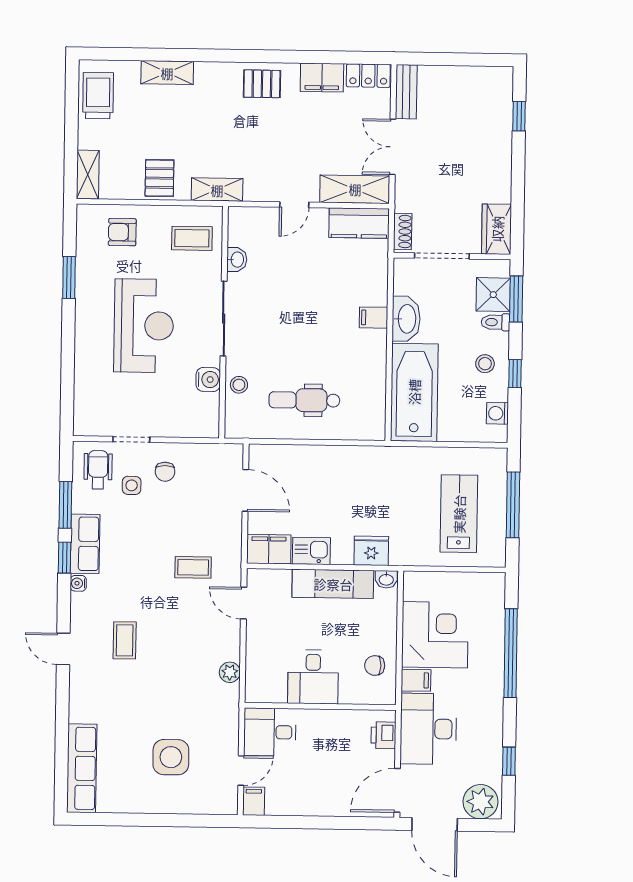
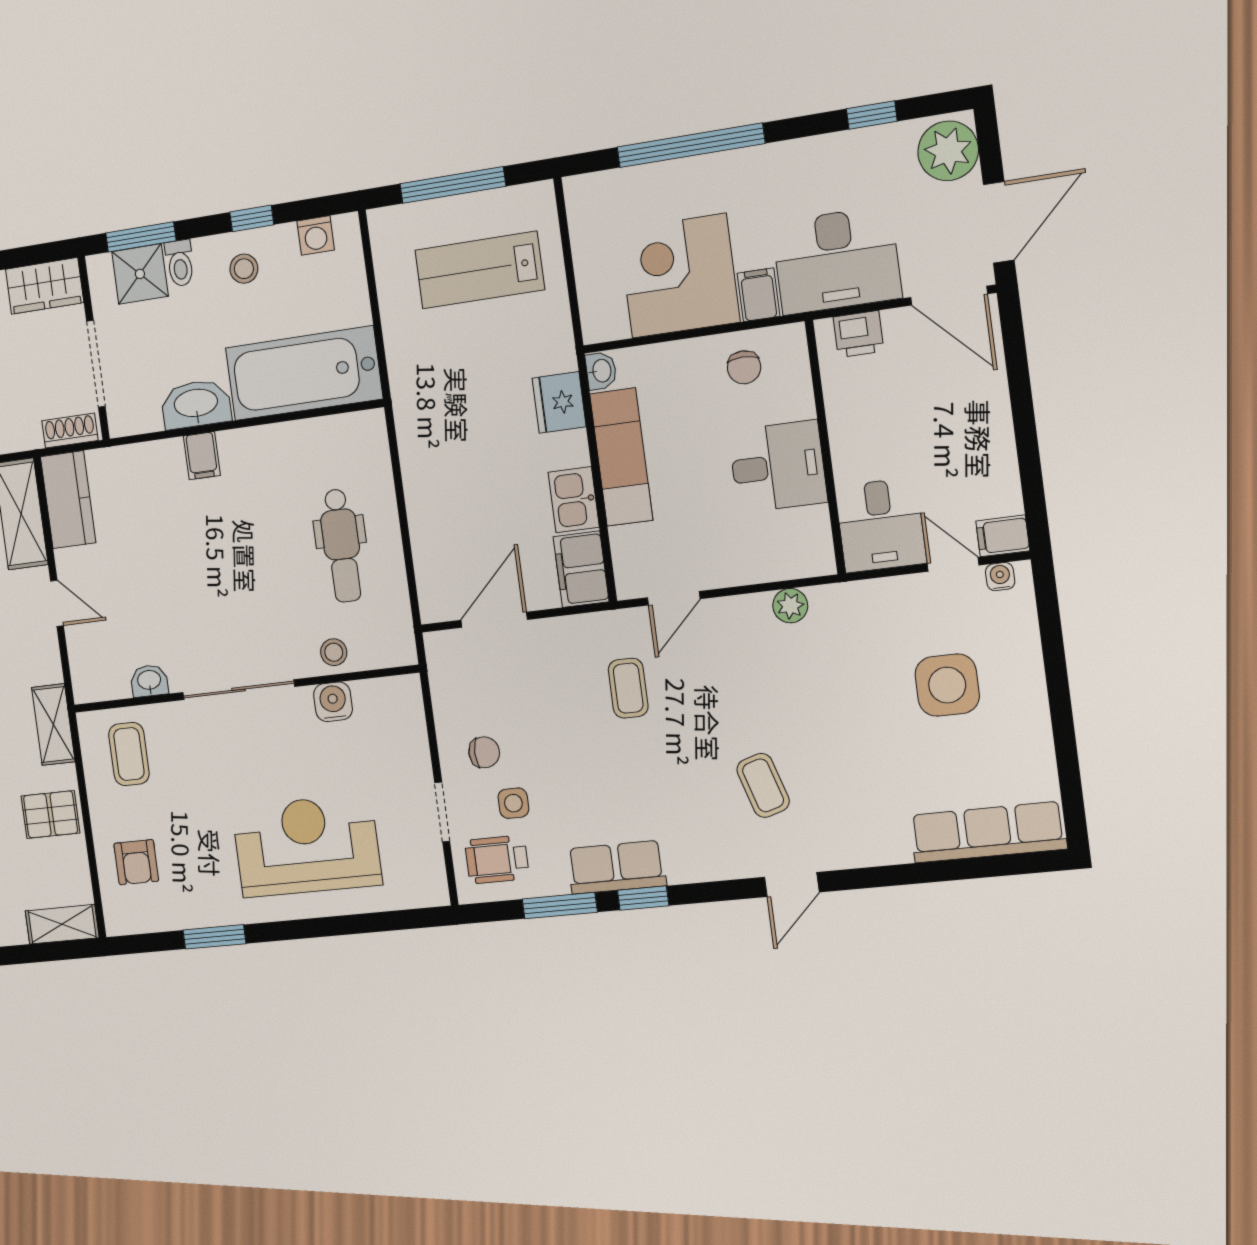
reception desk: (144, 326) -> (307, 846), moved
water cooler: (78, 583) -> (1000, 577), moved, turned 180
coffee table: (125, 640) -> (763, 785), turned 73

